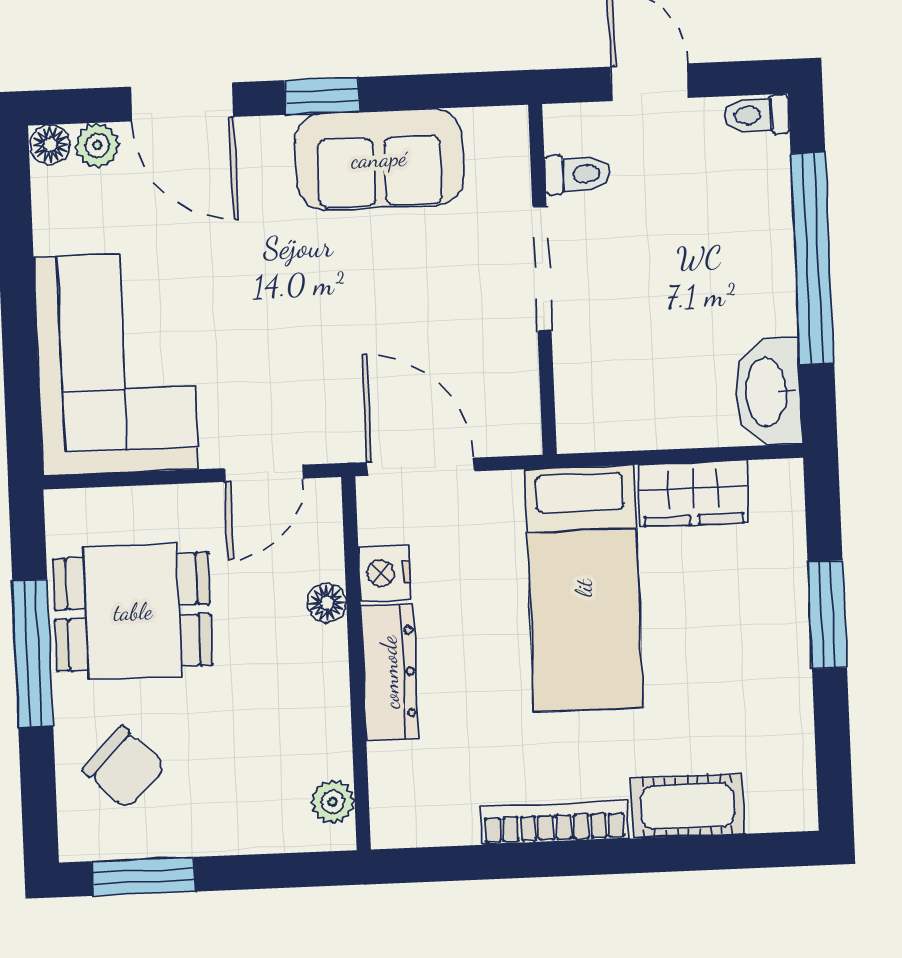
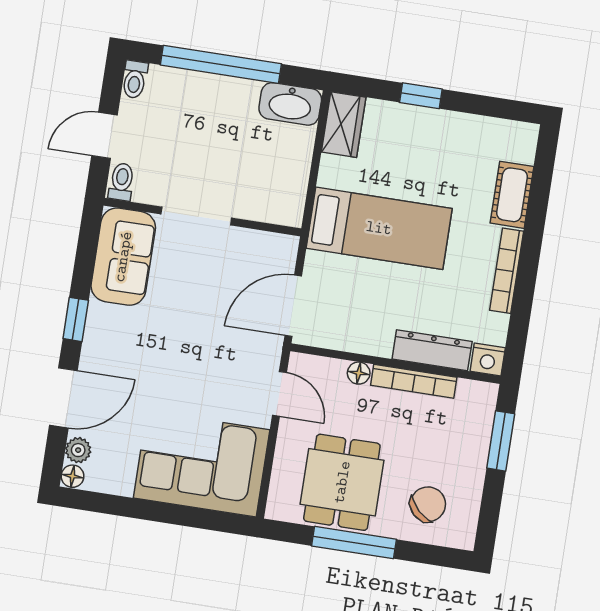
sofa: (379, 159) -> (123, 257), moved
toilet: (577, 174) -> (122, 182), moved
wardrobe: (693, 494) -> (344, 125), moved
nightstand: (384, 573) -> (488, 359), moved
window: (827, 615) -> (421, 96), width x0.67
dresser: (390, 672) -> (432, 350), moved
bookcase: (332, 701) -> (414, 381), added
plant: (333, 802) -> (470, 392), removed
window: (144, 876) -> (501, 441), moved

